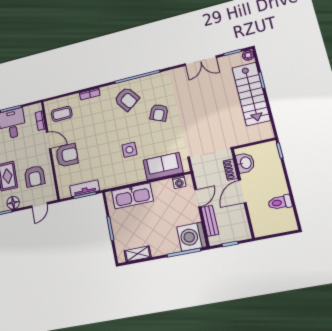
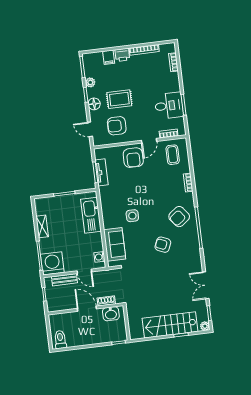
toilet: (280, 202) -> (60, 340), moved
shelving: (138, 254) -> (42, 226), moved

